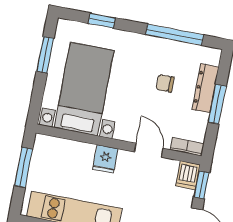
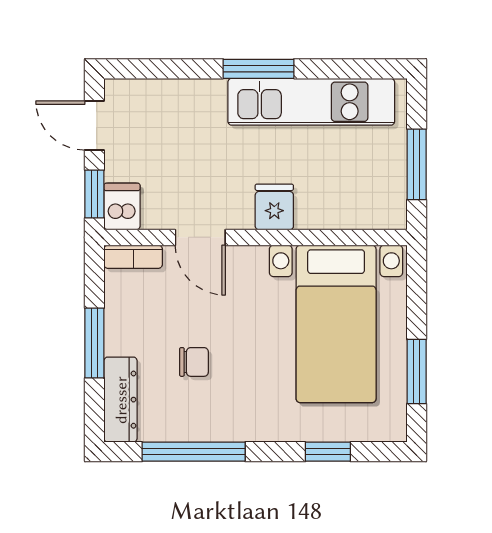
dresser: (205, 88) -> (121, 400), moved

